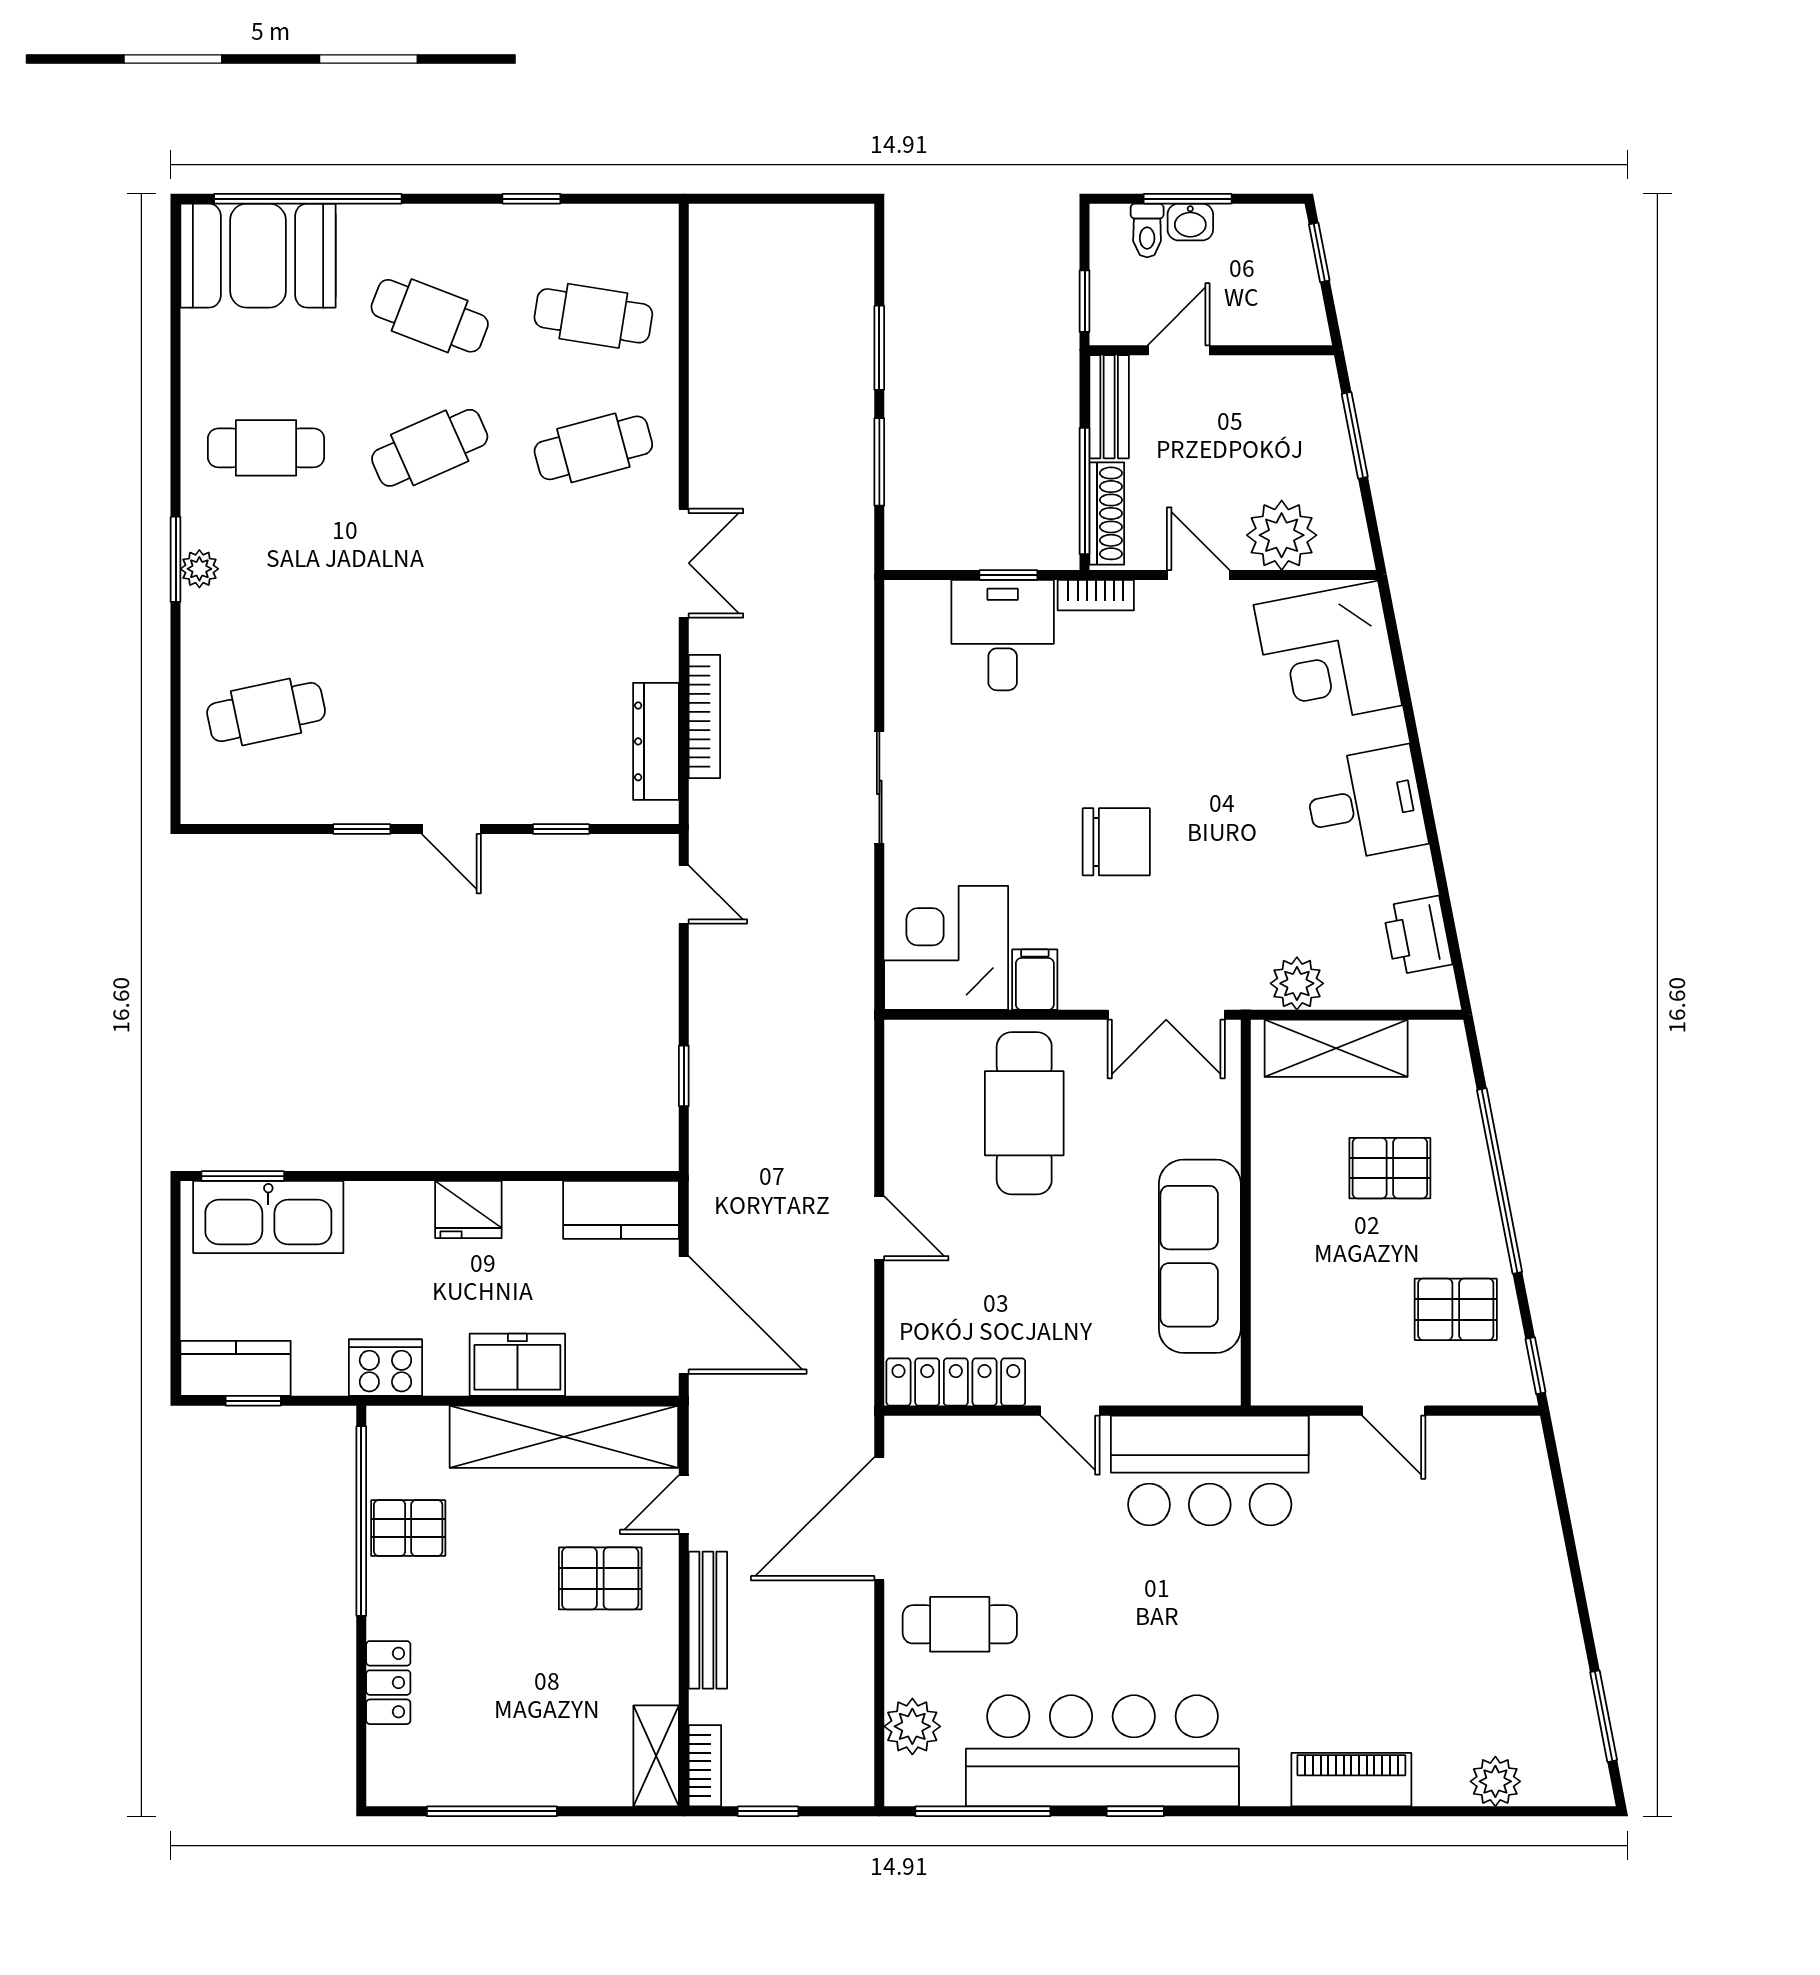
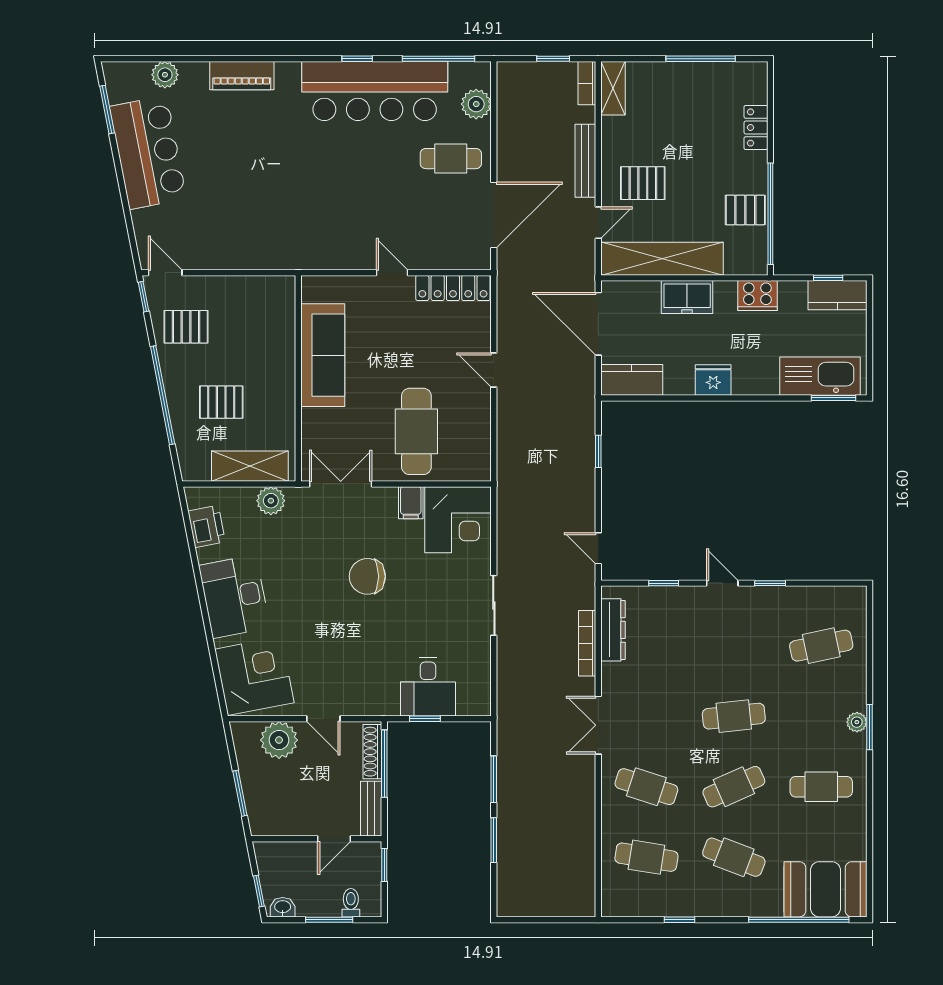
washbasin: (1190, 222) -> (283, 907), moved
cafe table: (593, 448) -> (646, 787), turned 33
cafe table: (430, 580) -> (734, 716), added
bookcase: (1096, 595) -> (378, 708), removed
desk: (1365, 804) -> (234, 597), width x1.37
door: (1394, 1411) -> (165, 273), moved
bar counter: (1210, 1470) -> (148, 153), moved, turned 79

